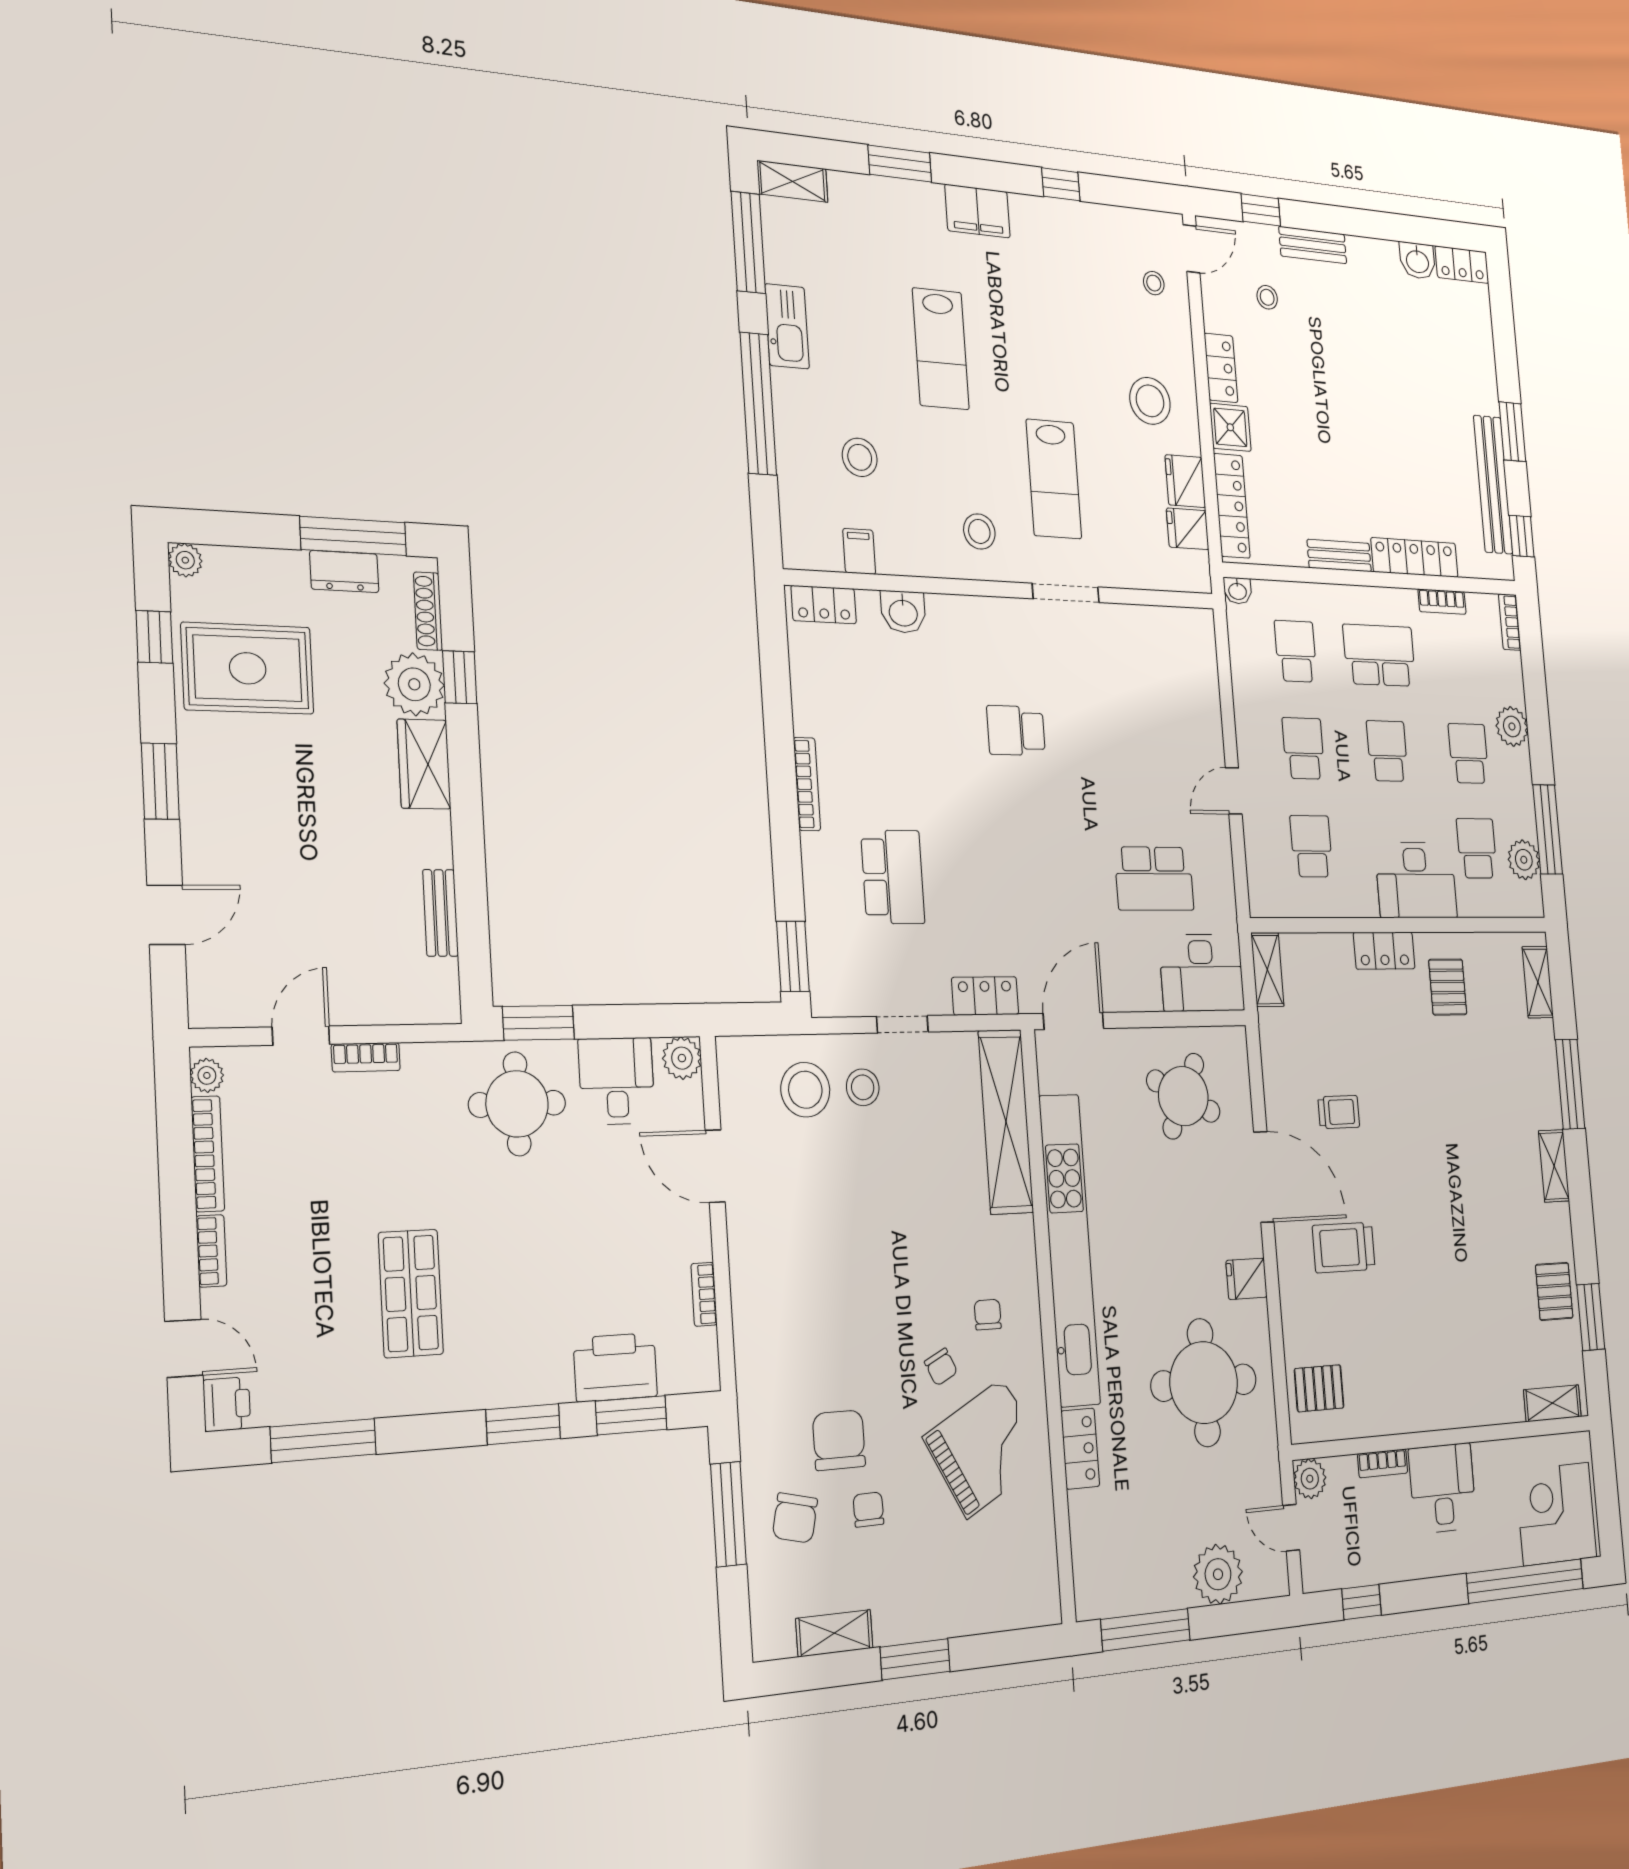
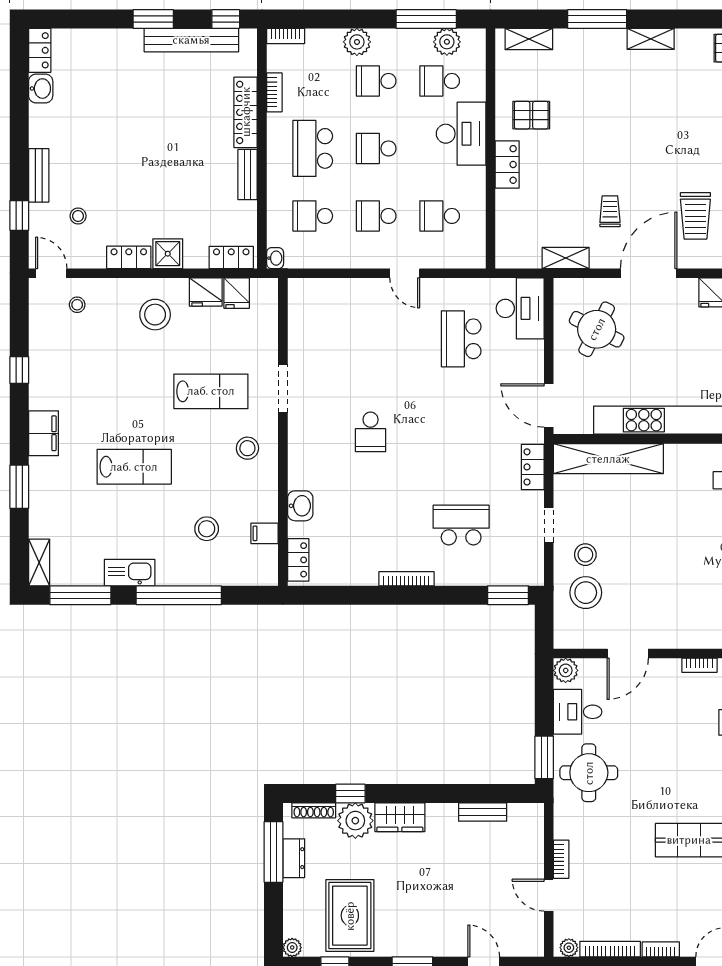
locker: (1232, 506) -> (231, 257), width x0.66
school desk: (1154, 879) -> (461, 339), turned 180
shelving: (1267, 970) -> (566, 258), moved

